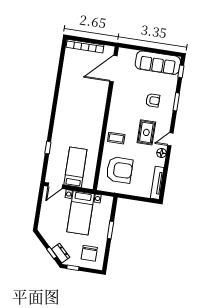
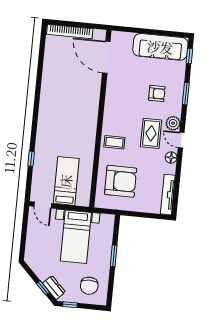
door: (113, 69) -> (106, 57), hinge flipped
plant: (165, 125) -> (173, 123), added
door: (170, 139) -> (181, 140), hinge flipped
door: (55, 186) -> (43, 205), hinge flipped

